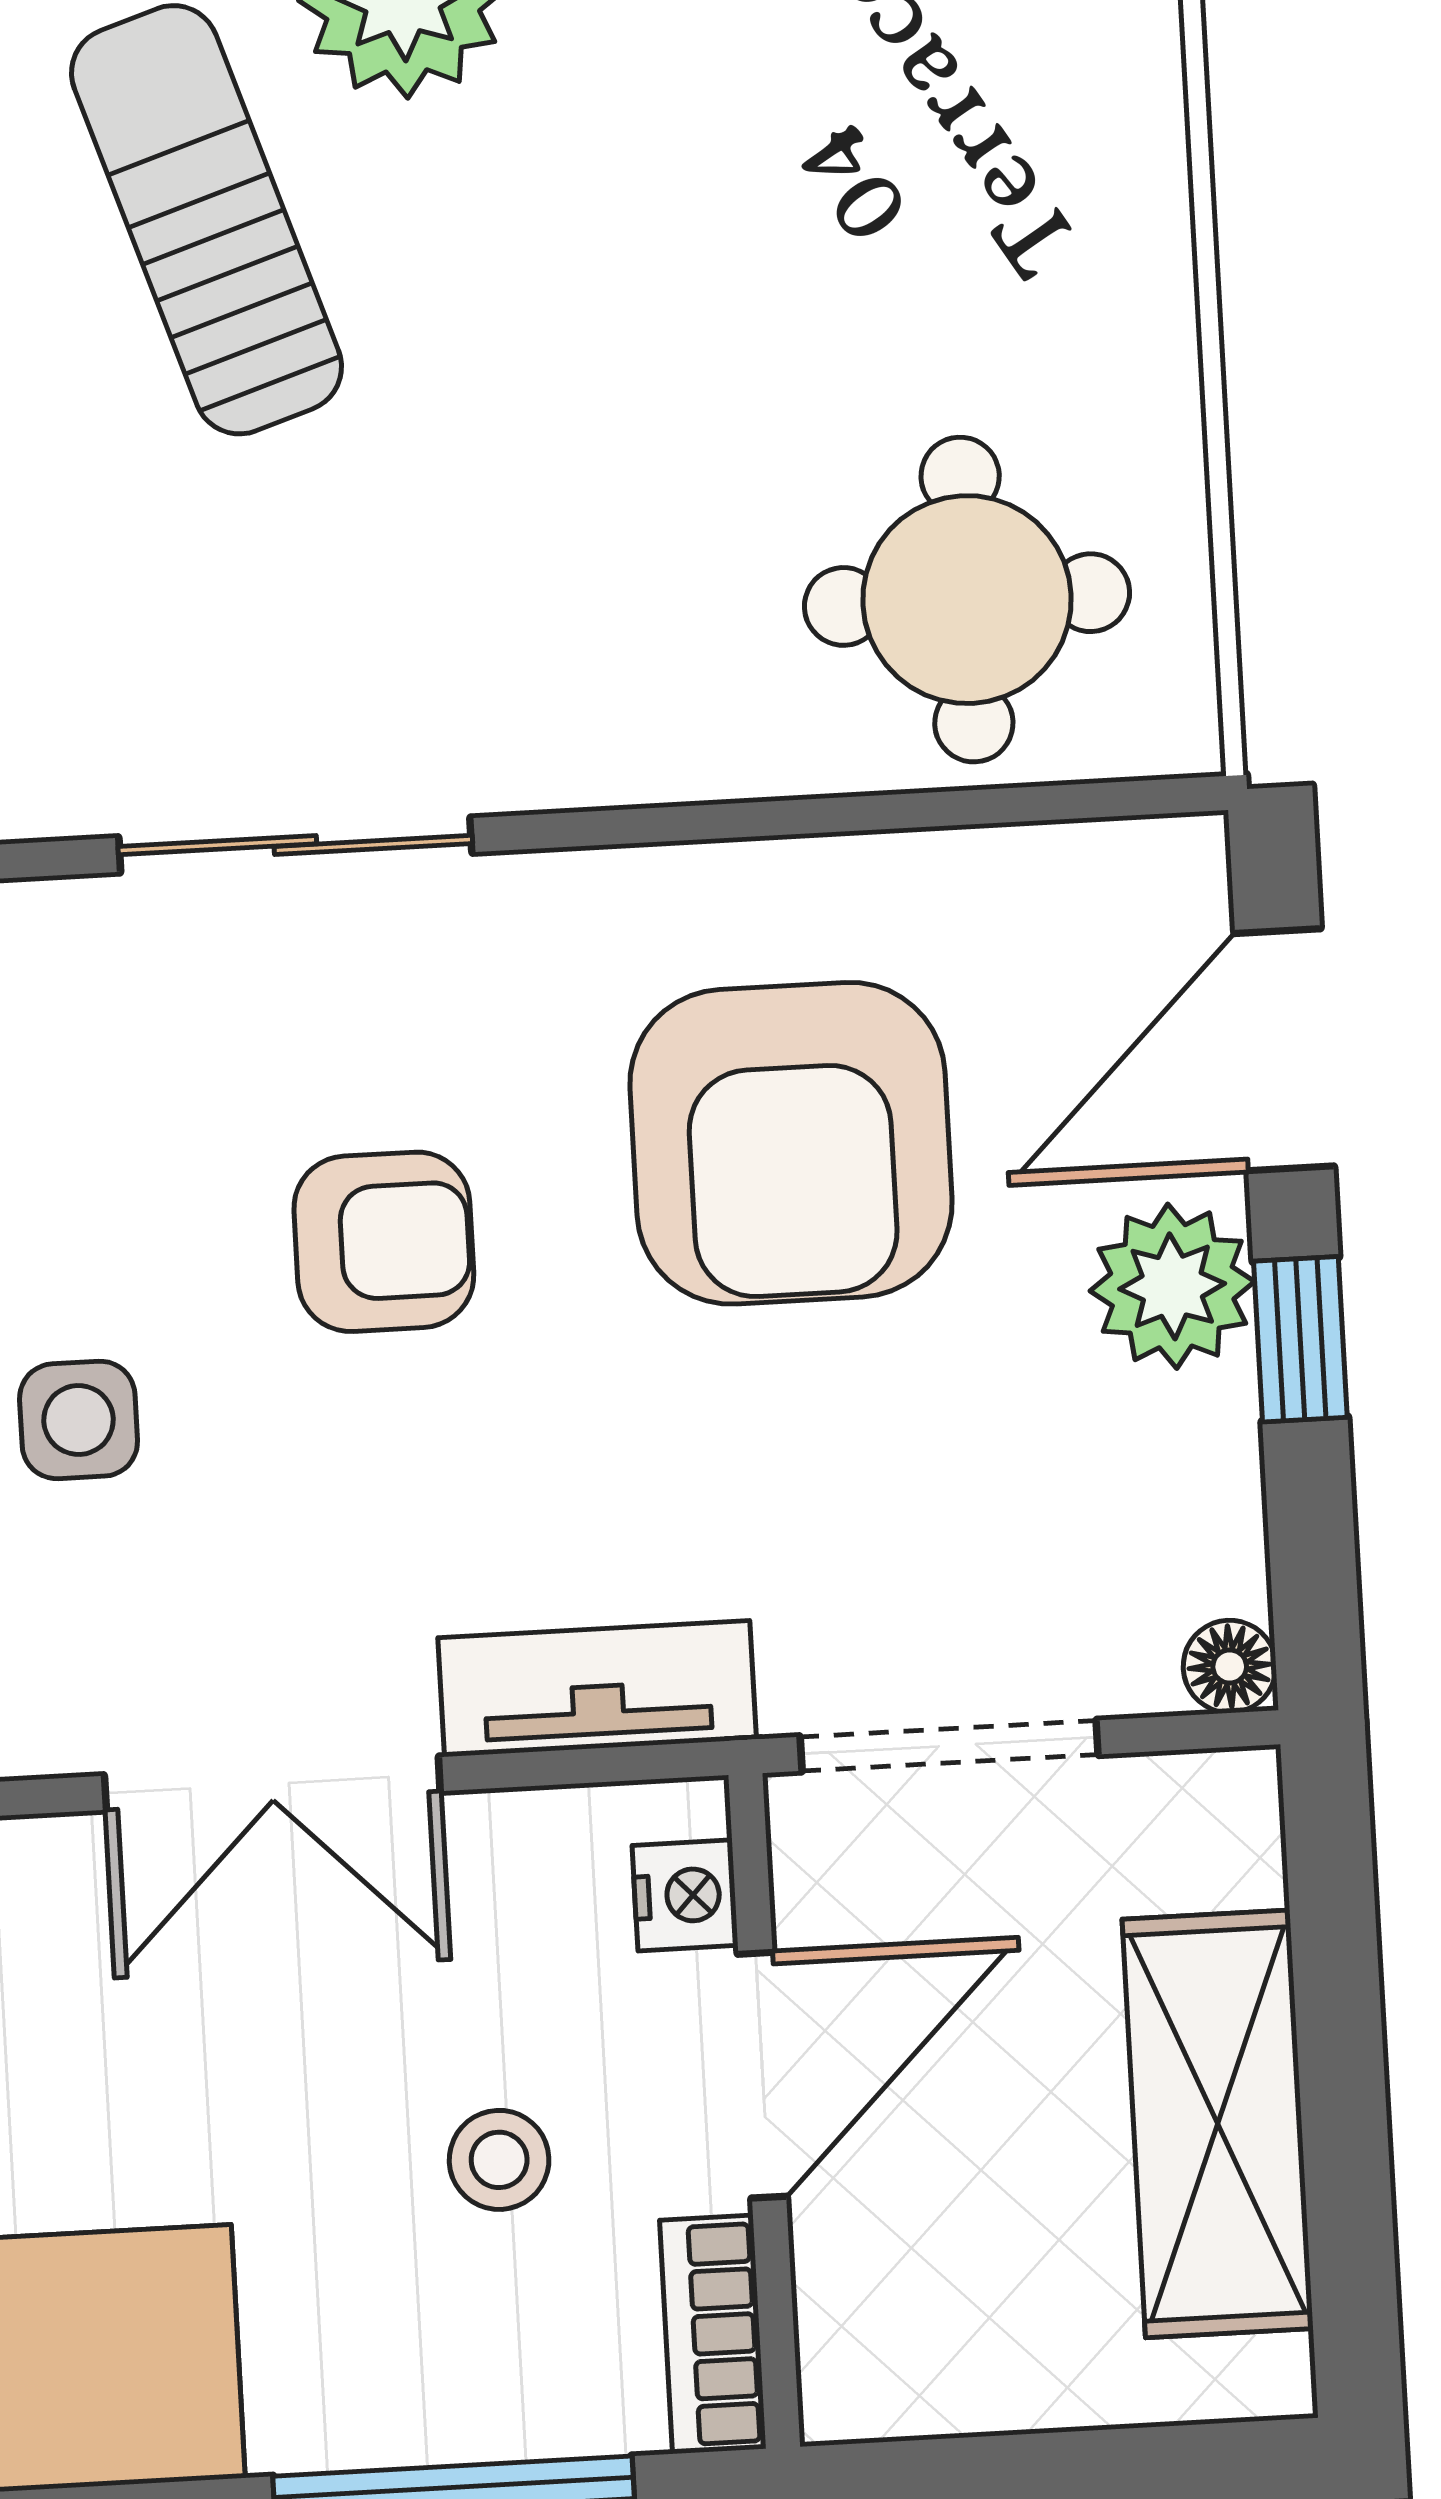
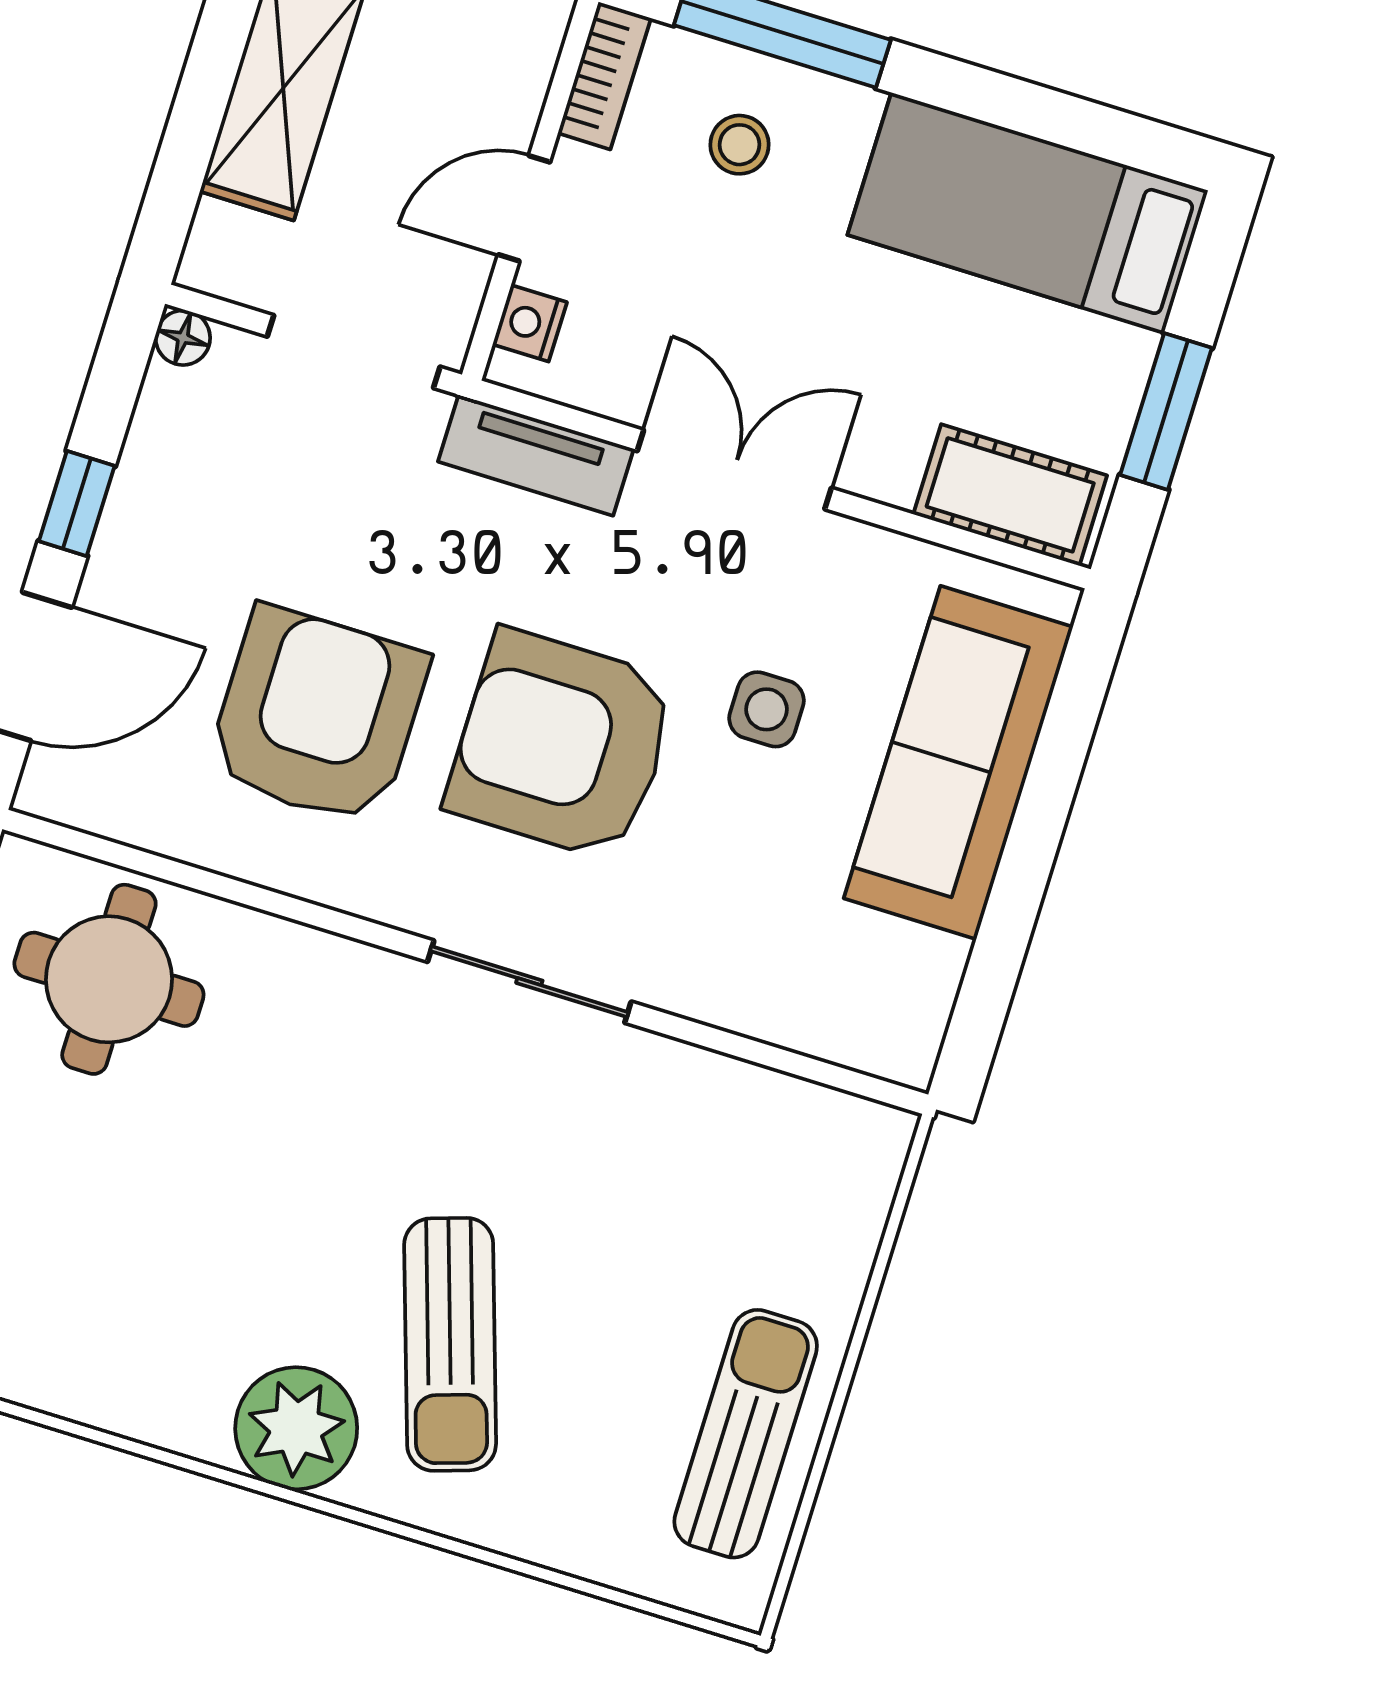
armchair: (384, 1242) -> (562, 745), width x1.88, depth x1.88
plant: (1172, 1286) -> (137, 559), removed
door: (762, 2075) -> (524, 208), width x0.73
stool: (499, 2160) -> (740, 145), moved

